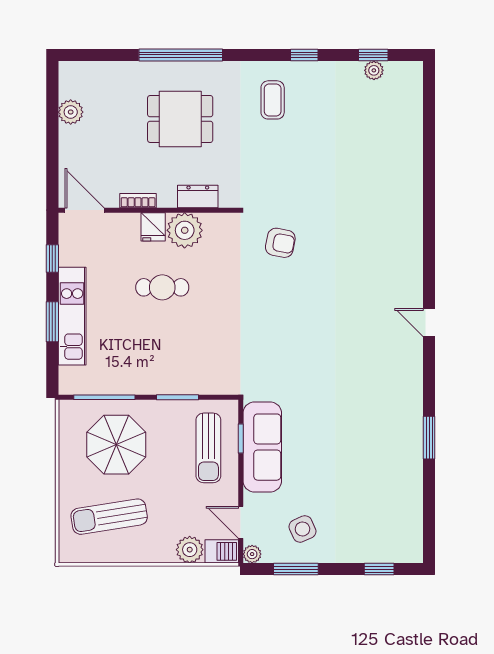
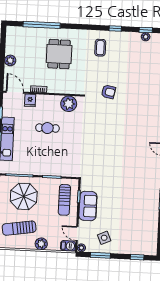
window: (181, 55) -> (42, 25), moved
plant: (71, 112) -> (10, 60), moved
dining table: (180, 119) -> (59, 54), turned 90
dresser: (198, 196) -> (65, 89), removed
fridge: (153, 227) -> (30, 100), moved
plant: (185, 230) -> (69, 104), moved
armchair: (280, 243) -> (108, 92), moved
sofa: (262, 447) -> (88, 206), width x0.73
plant: (190, 550) -> (41, 244), moved

